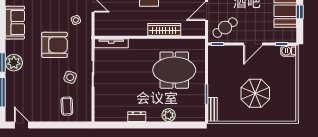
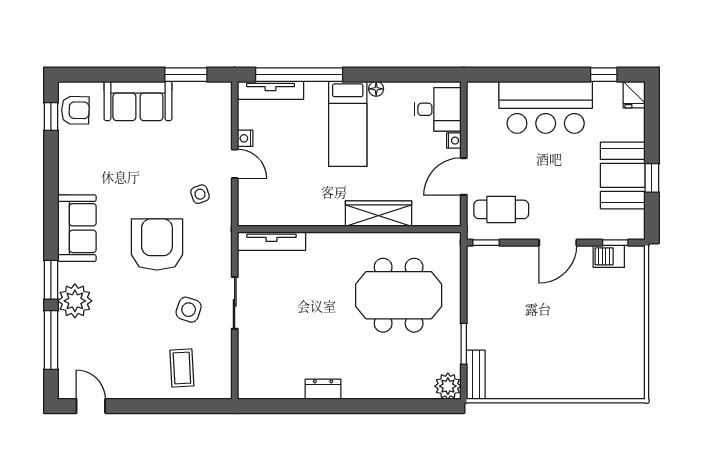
sofa: (15, 23) -> (77, 228), moved
cafe table: (225, 28) -> (501, 209), turned 35
armchair: (55, 45) -> (157, 244), turned -90
barbecue: (289, 51) -> (609, 256), moved
plant: (14, 63) -> (75, 301), moved
parasol: (255, 93) -> (562, 342), removed
plant: (169, 115) -> (448, 386), moved

